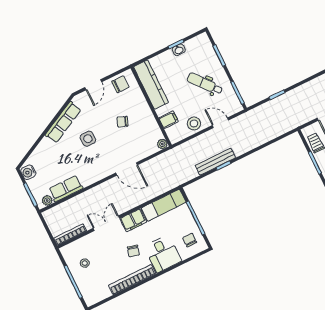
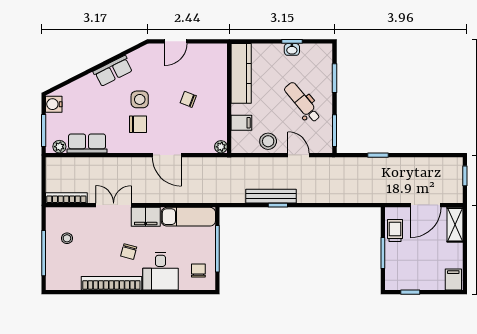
chair: (120, 84) -> (138, 124), moved
row of seats: (63, 122) -> (113, 71), width x0.68

